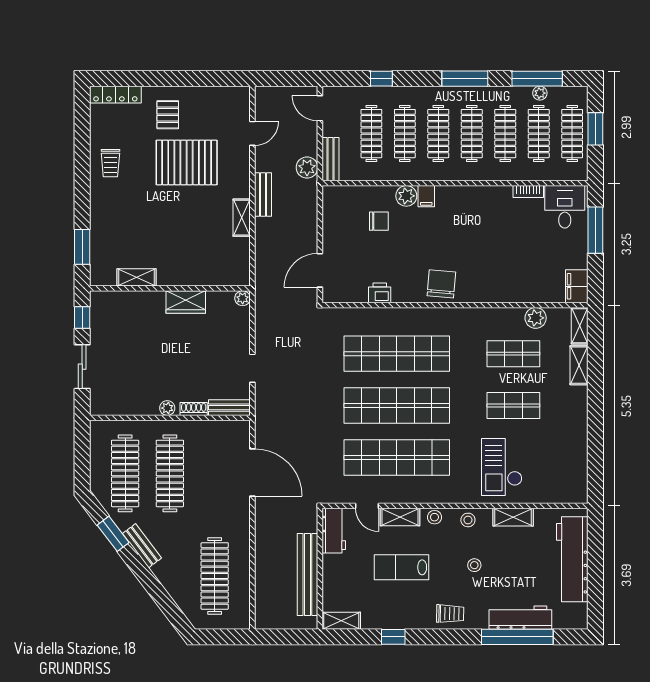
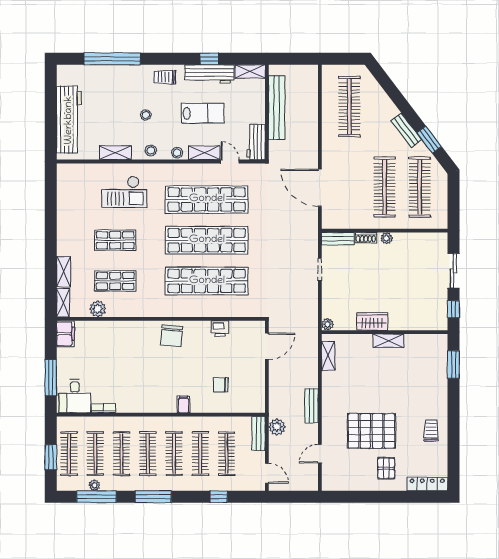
plant: (406, 196) -> (199, 405), removed
shelving: (242, 218) -> (328, 356), moved
shelving: (136, 277) -> (388, 341), moved
checkout: (502, 467) -> (124, 192), turned 90
workbench: (520, 618) -> (209, 74), moved

